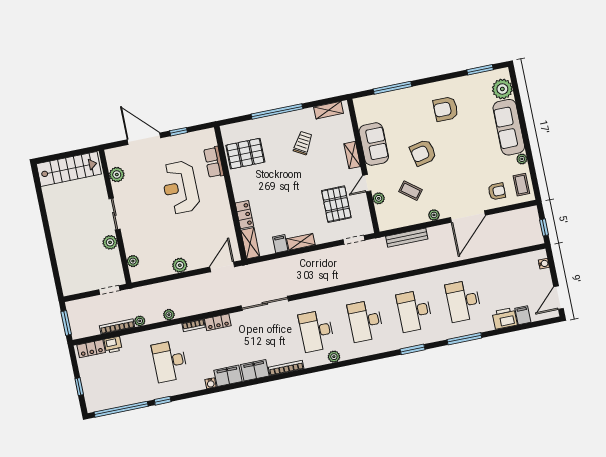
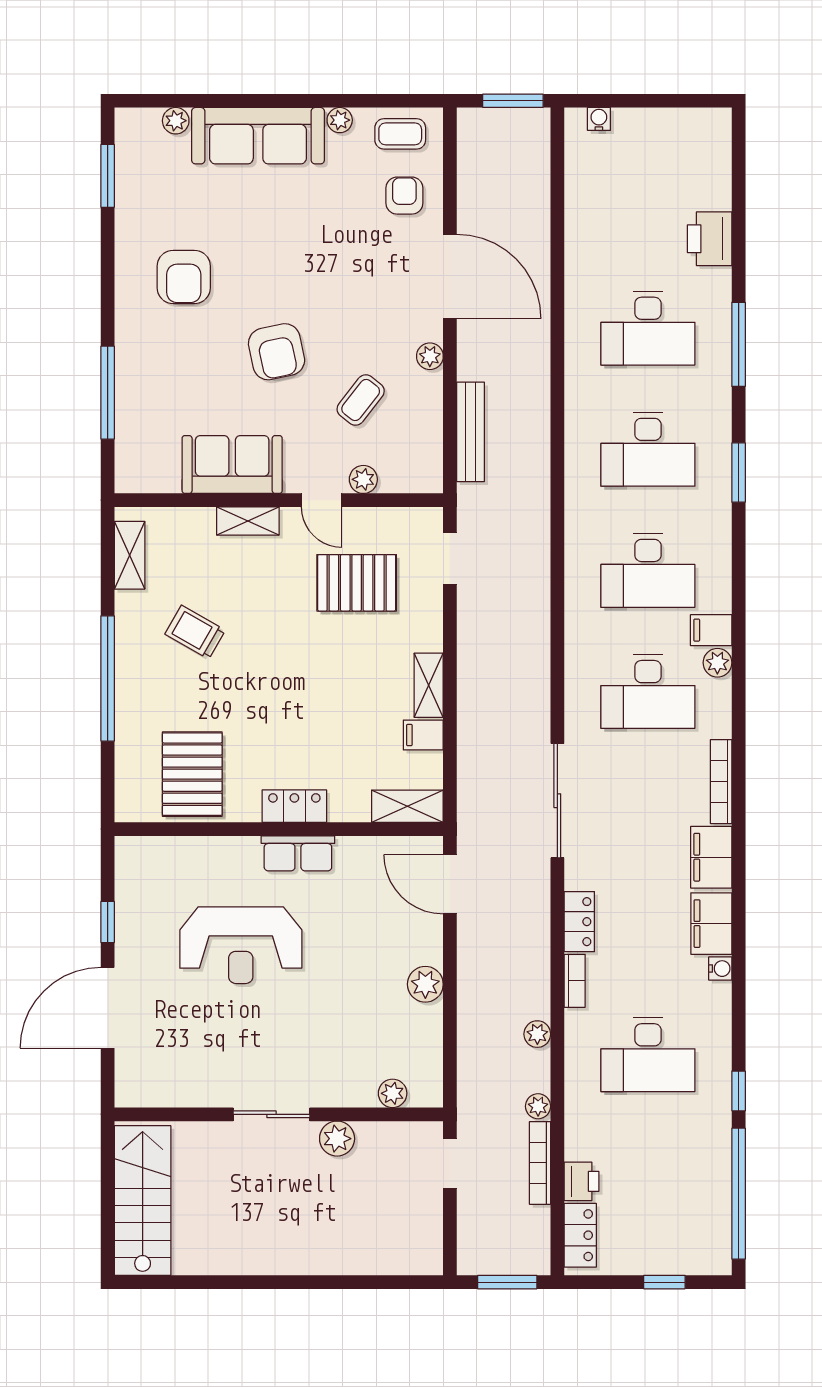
plant: (502, 89) -> (176, 121), width x0.53, depth x0.53
row of seats: (214, 162) -> (298, 853), moved
plant: (117, 175) -> (179, 1089), removed
locker: (244, 215) -> (294, 806), moved
window: (544, 227) -> (513, 101), width x1.50
door: (558, 298) -> (687, 101), removed
filing cabinet: (523, 315) -> (711, 630), moved

